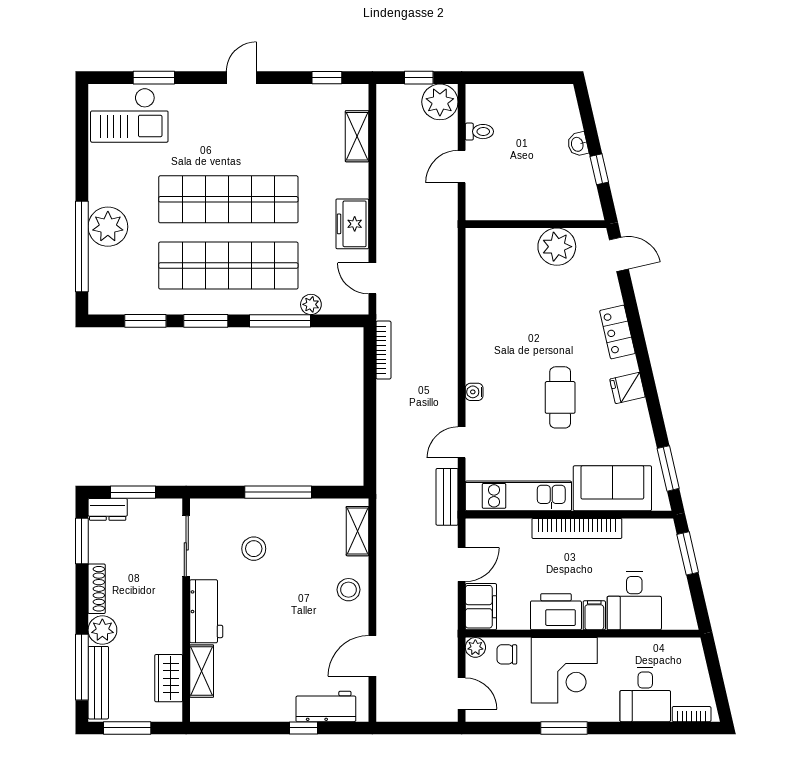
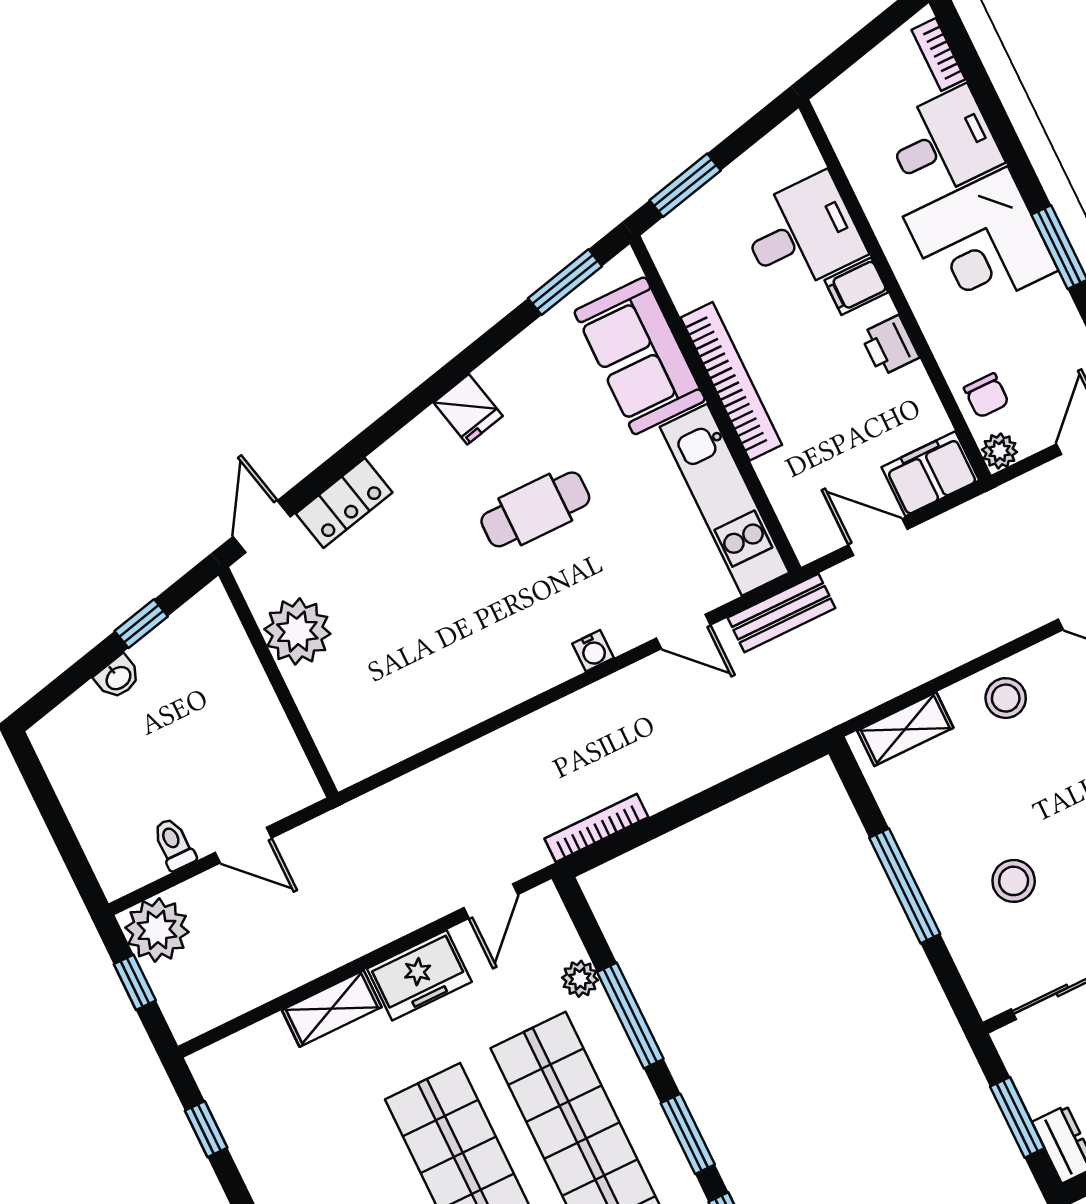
shelving: (357, 136) -> (332, 1008), moved
locker: (617, 332) -> (344, 503), moved
printer: (556, 612) -> (890, 346), width x0.53, depth x0.68
corner desk: (564, 670) -> (981, 244), moved, turned 180

